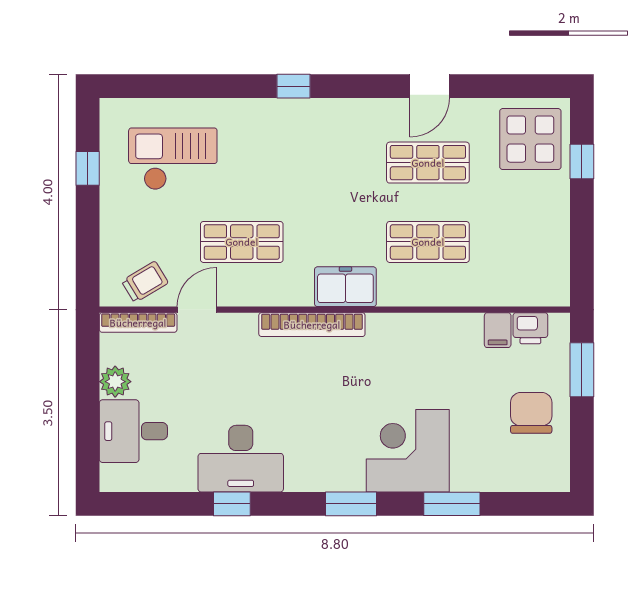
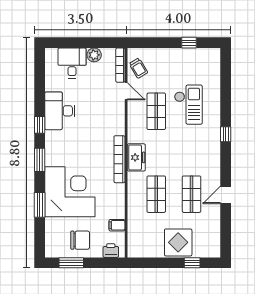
door: (430, 86) -> (226, 195), hinge flipped
display table: (530, 139) -> (178, 242), moved
checkout: (173, 159) -> (188, 105), moved
bookcase: (312, 325) -> (119, 159), moved
printer: (530, 328) -> (111, 251), moved, turned 90
window: (582, 370) -> (71, 263), moved
corner desk: (408, 451) -> (70, 192), width x1.36, depth x1.36
window: (232, 504) -> (40, 125), moved

